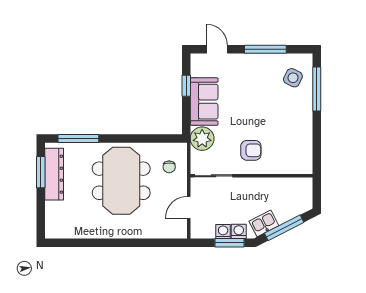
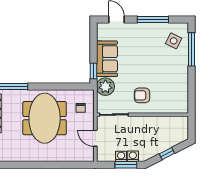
window: (186, 86) -> (93, 71), moved
armchair: (251, 150) -> (142, 95), turned 180
door: (189, 207) -> (95, 138), hinge flipped
kitchen sink: (264, 223) -> (152, 150), removed
window: (284, 228) -> (167, 154), width x0.46

